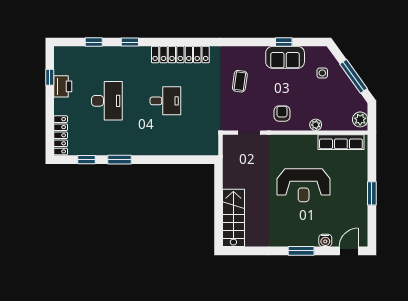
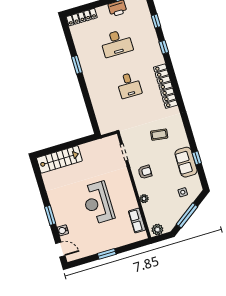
row of seats: (341, 142) -> (137, 221), width x0.68
window: (86, 160) -> (70, 41), removed

